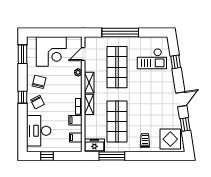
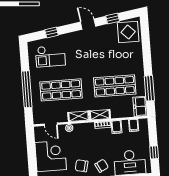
checkout: (152, 59) -> (50, 56), turned 90
trolley: (145, 140) -> (131, 57), removed

